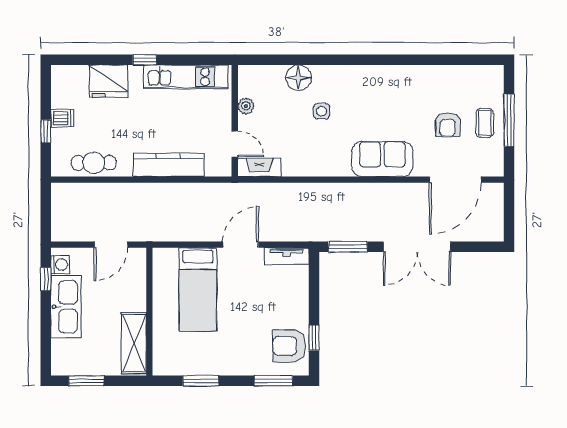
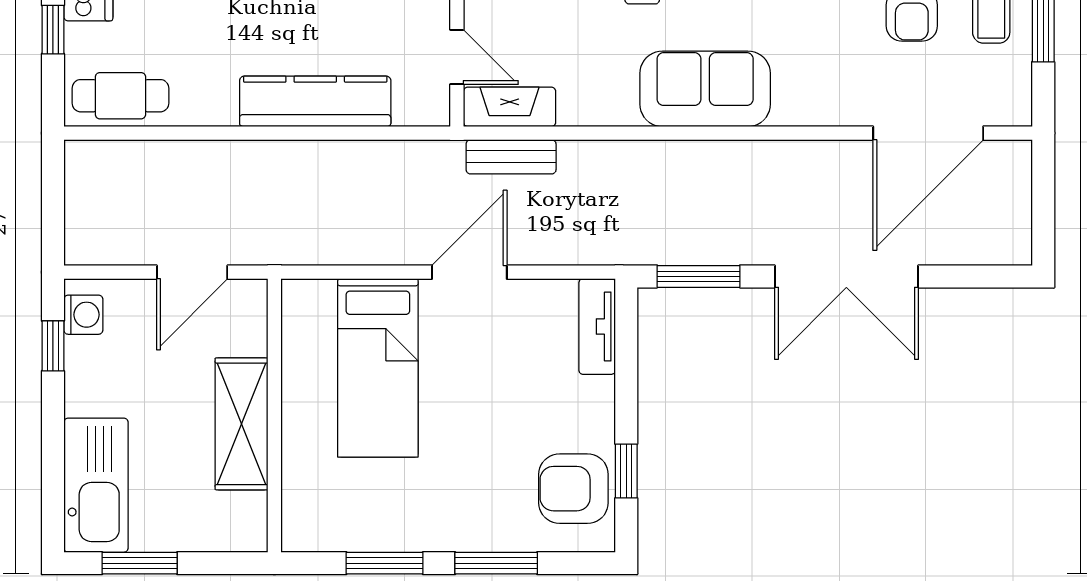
sofa: (382, 159) -> (705, 89), moved
cafe table: (94, 163) -> (120, 96), moved
bench: (260, 191) -> (511, 157), added
tv unit: (287, 256) -> (597, 327), moved, turned 90
kitchen sink: (66, 307) -> (96, 485), moved
shelving: (134, 343) -> (241, 424), moved
window: (274, 381) -> (496, 563), moved

